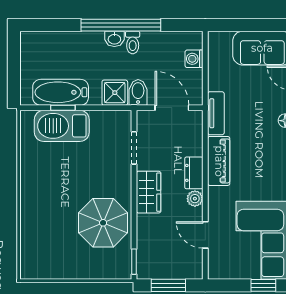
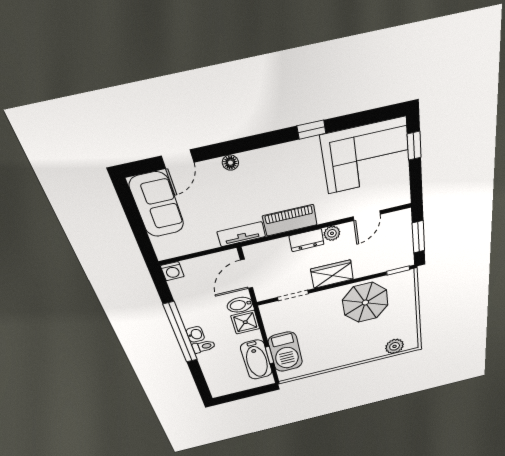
toilet: (133, 42) -> (204, 347), moved
washing machine: (194, 59) -> (172, 271), moved
plant: (31, 250) -> (395, 346), added

